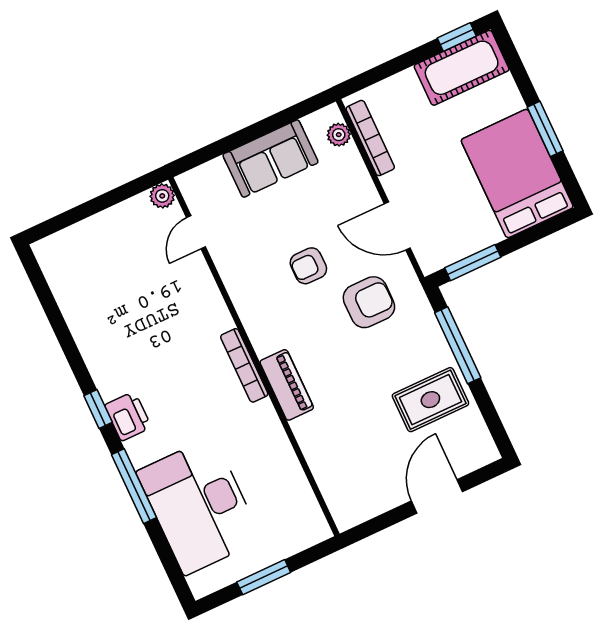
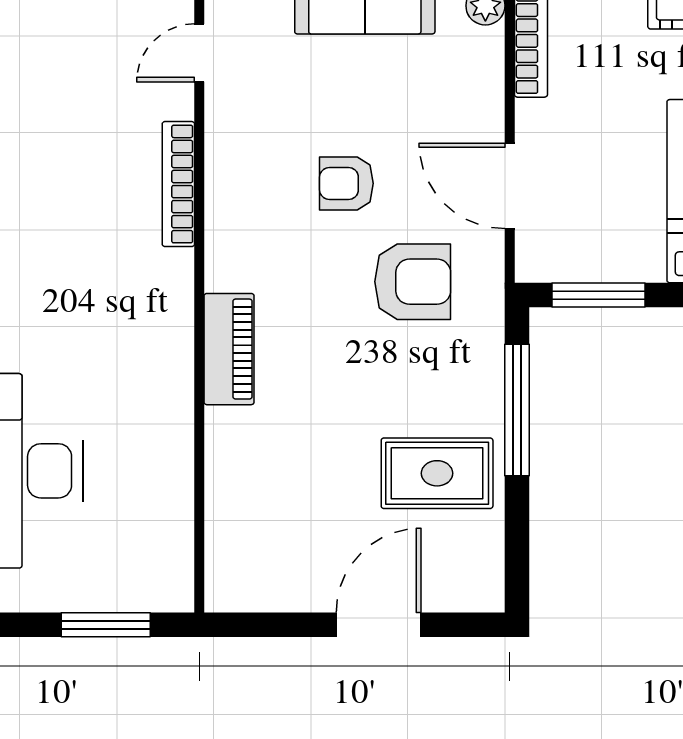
bookcase: (244, 365) -> (178, 184), moved
window: (264, 577) -> (106, 625), moved

